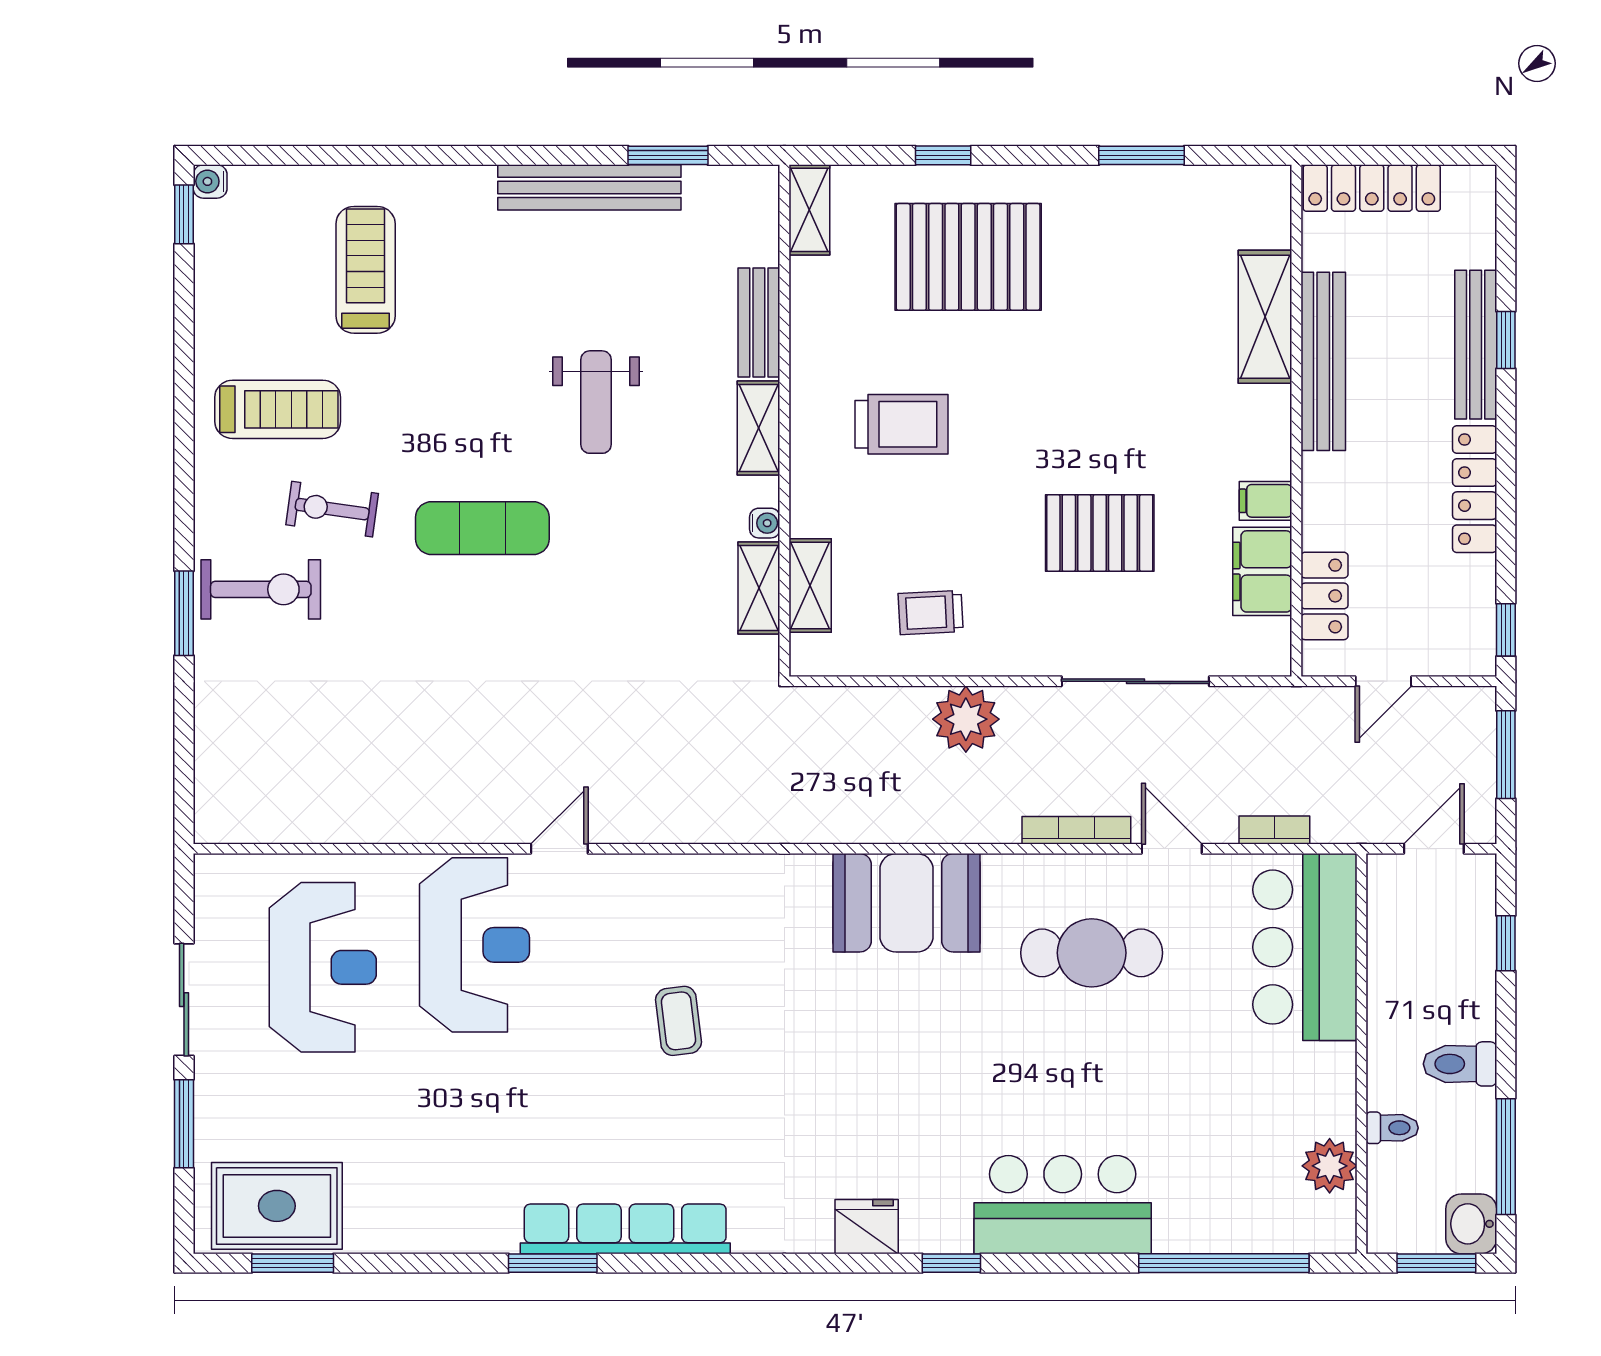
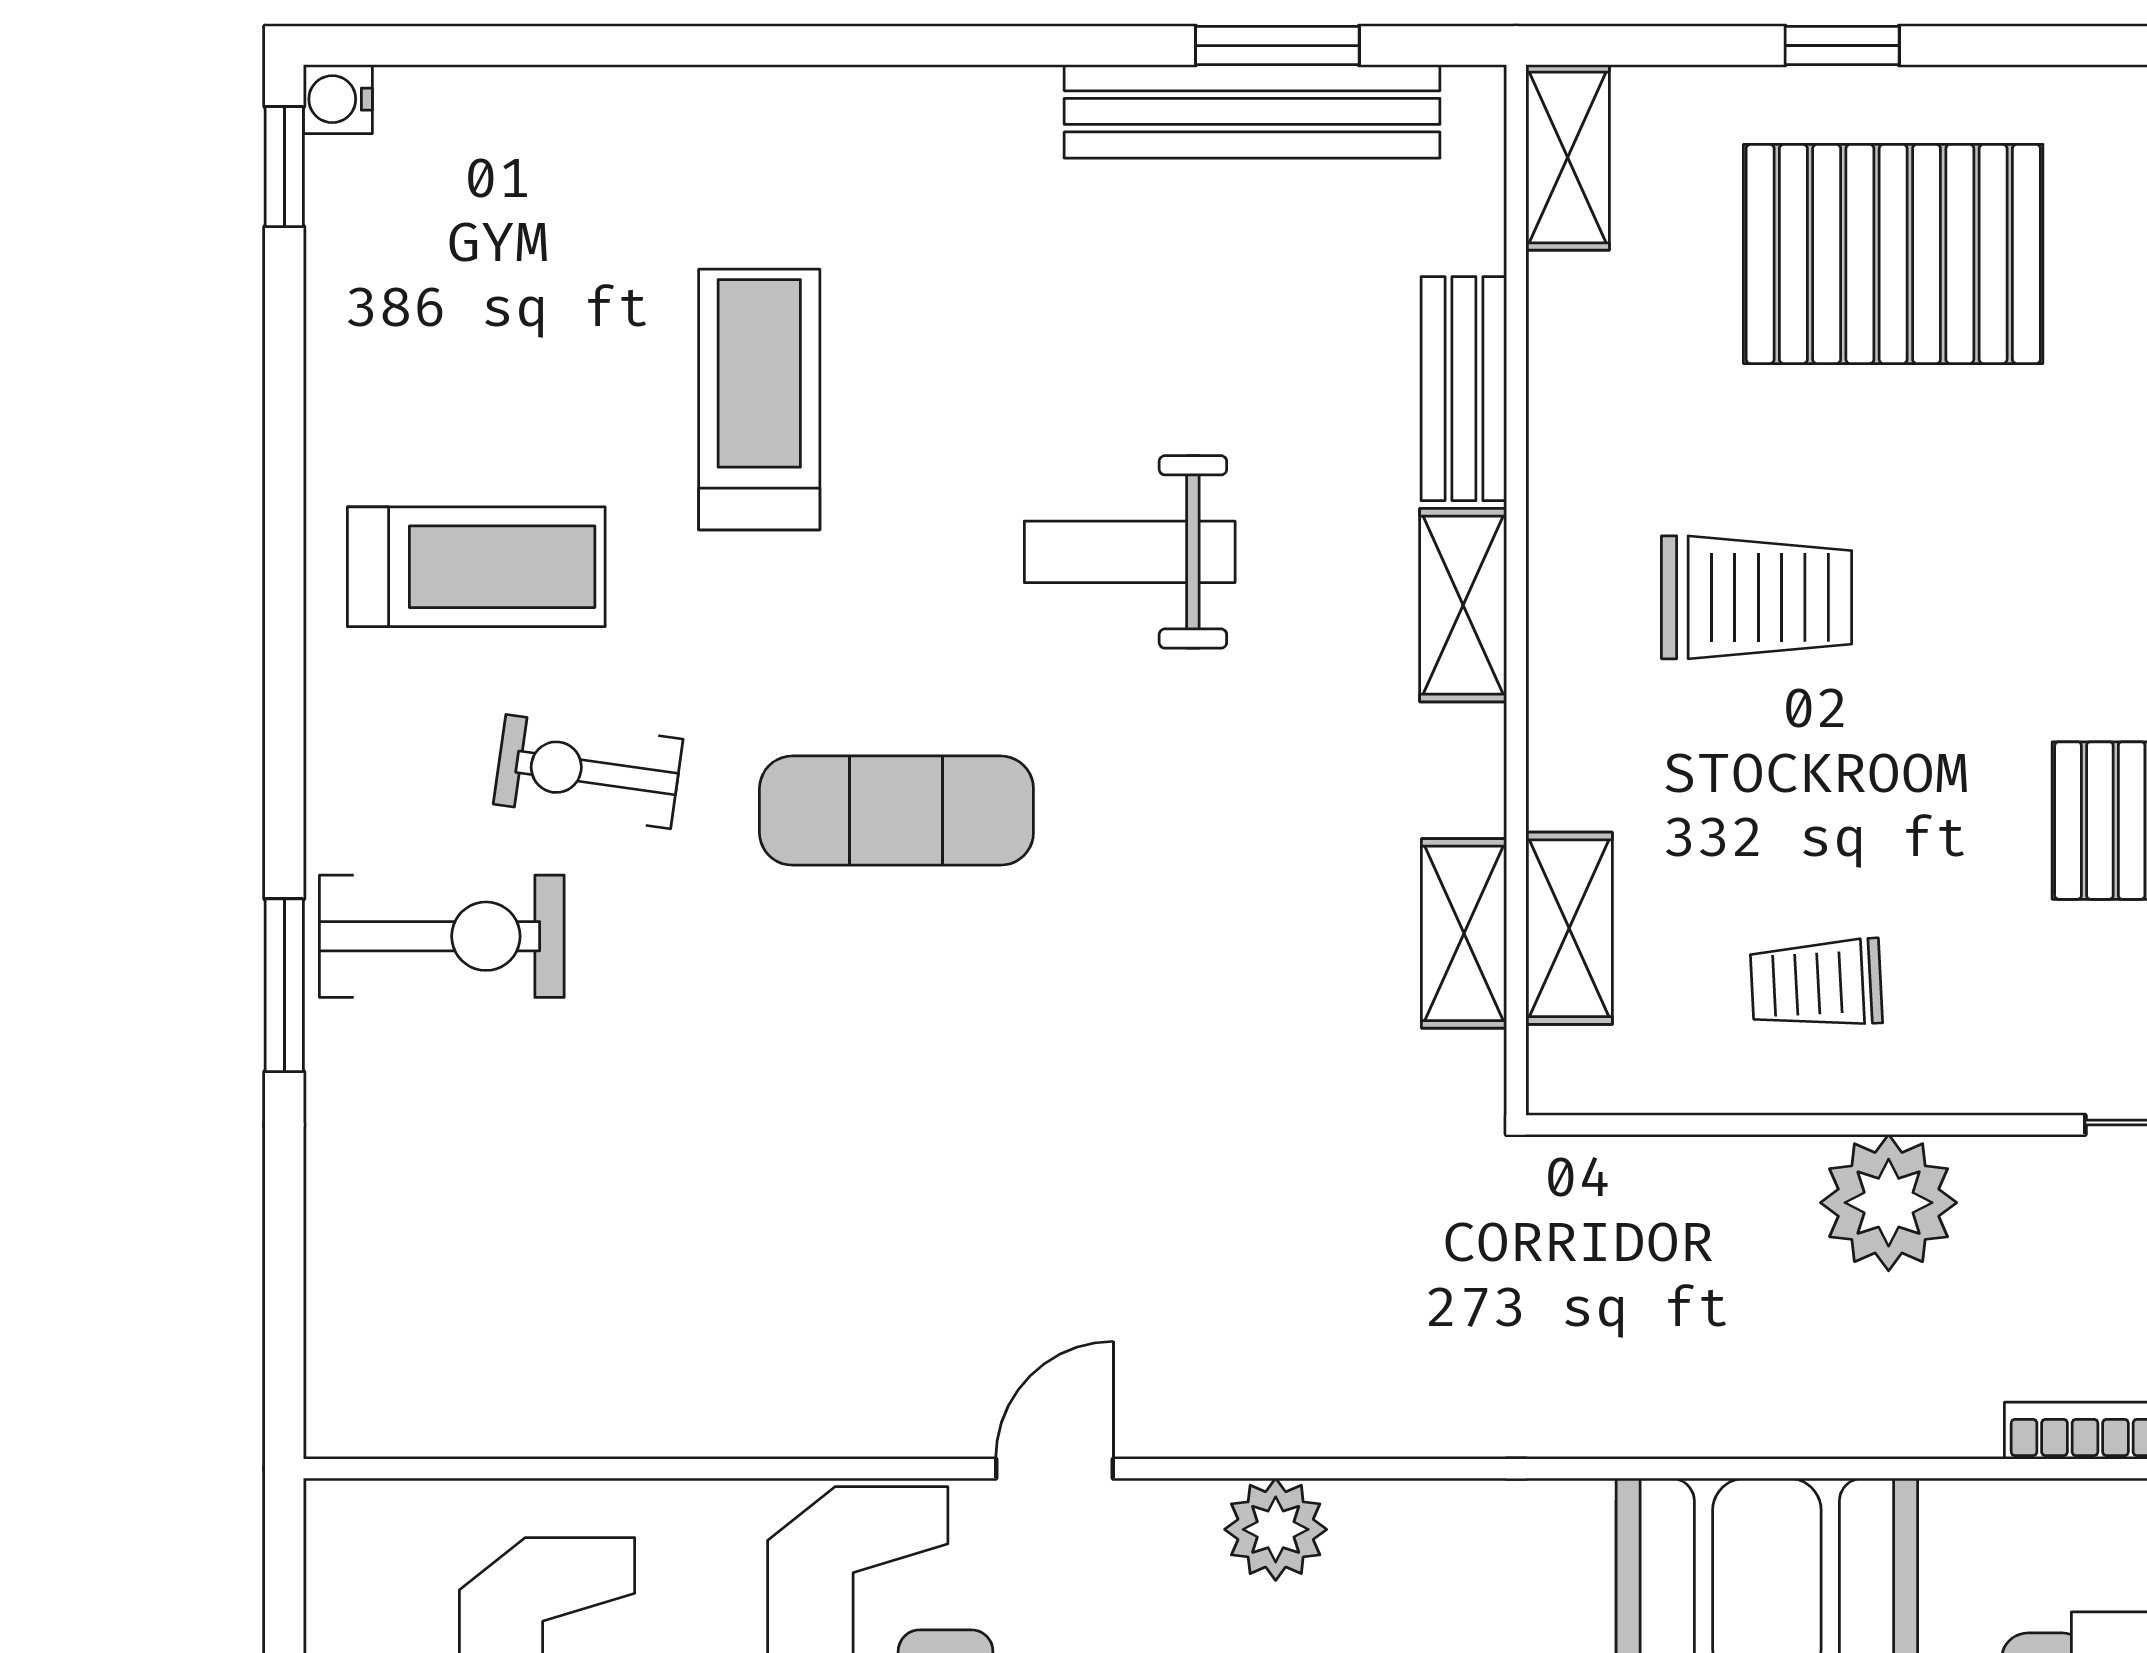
bench: (589, 187) -> (1252, 111), moved
treadmill: (366, 270) -> (759, 399), moved
weight bench: (596, 402) -> (1130, 552), turned 90
water cooler: (765, 523) -> (1476, 800), removed
plant: (667, 878) -> (1276, 1529), added

